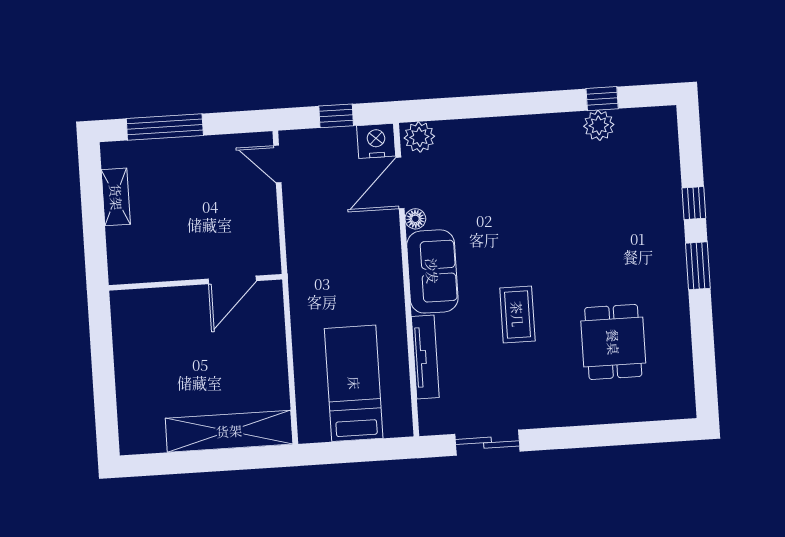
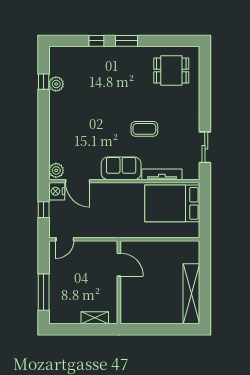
shelving: (116, 197) -> (95, 318), moved
floor lamp: (415, 219) -> (95, 175), removed
dining table: (613, 342) -> (171, 71), moved
bed: (354, 383) -> (172, 203), width x1.50
shelving: (229, 431) -> (191, 294), moved

